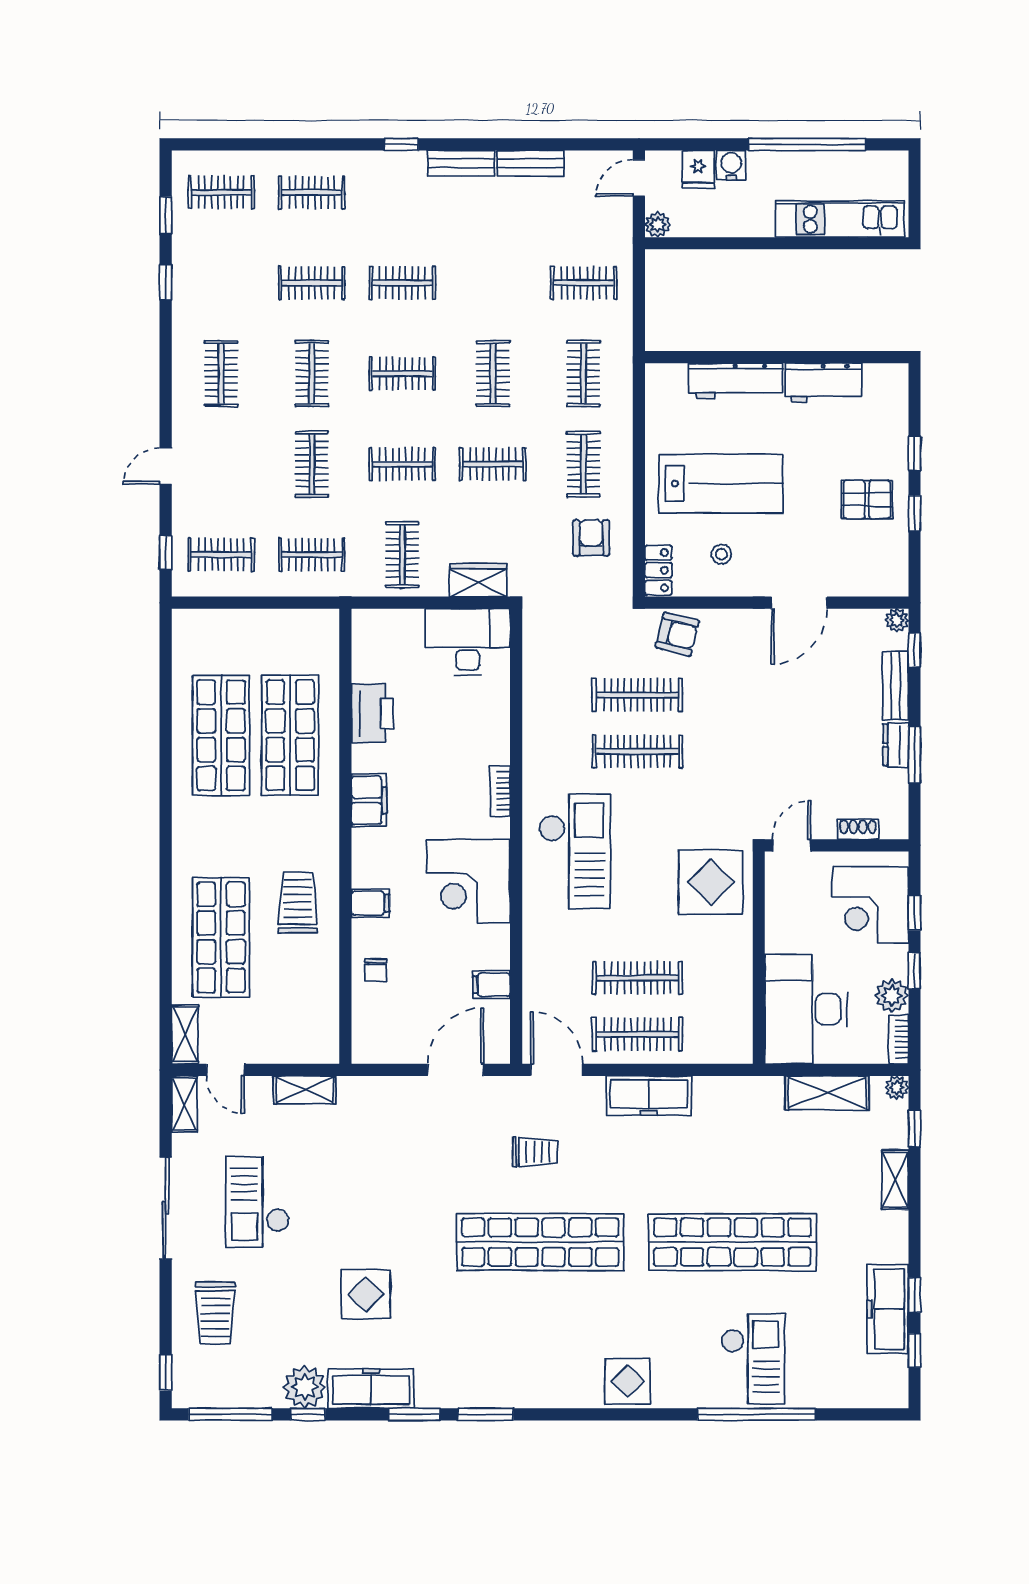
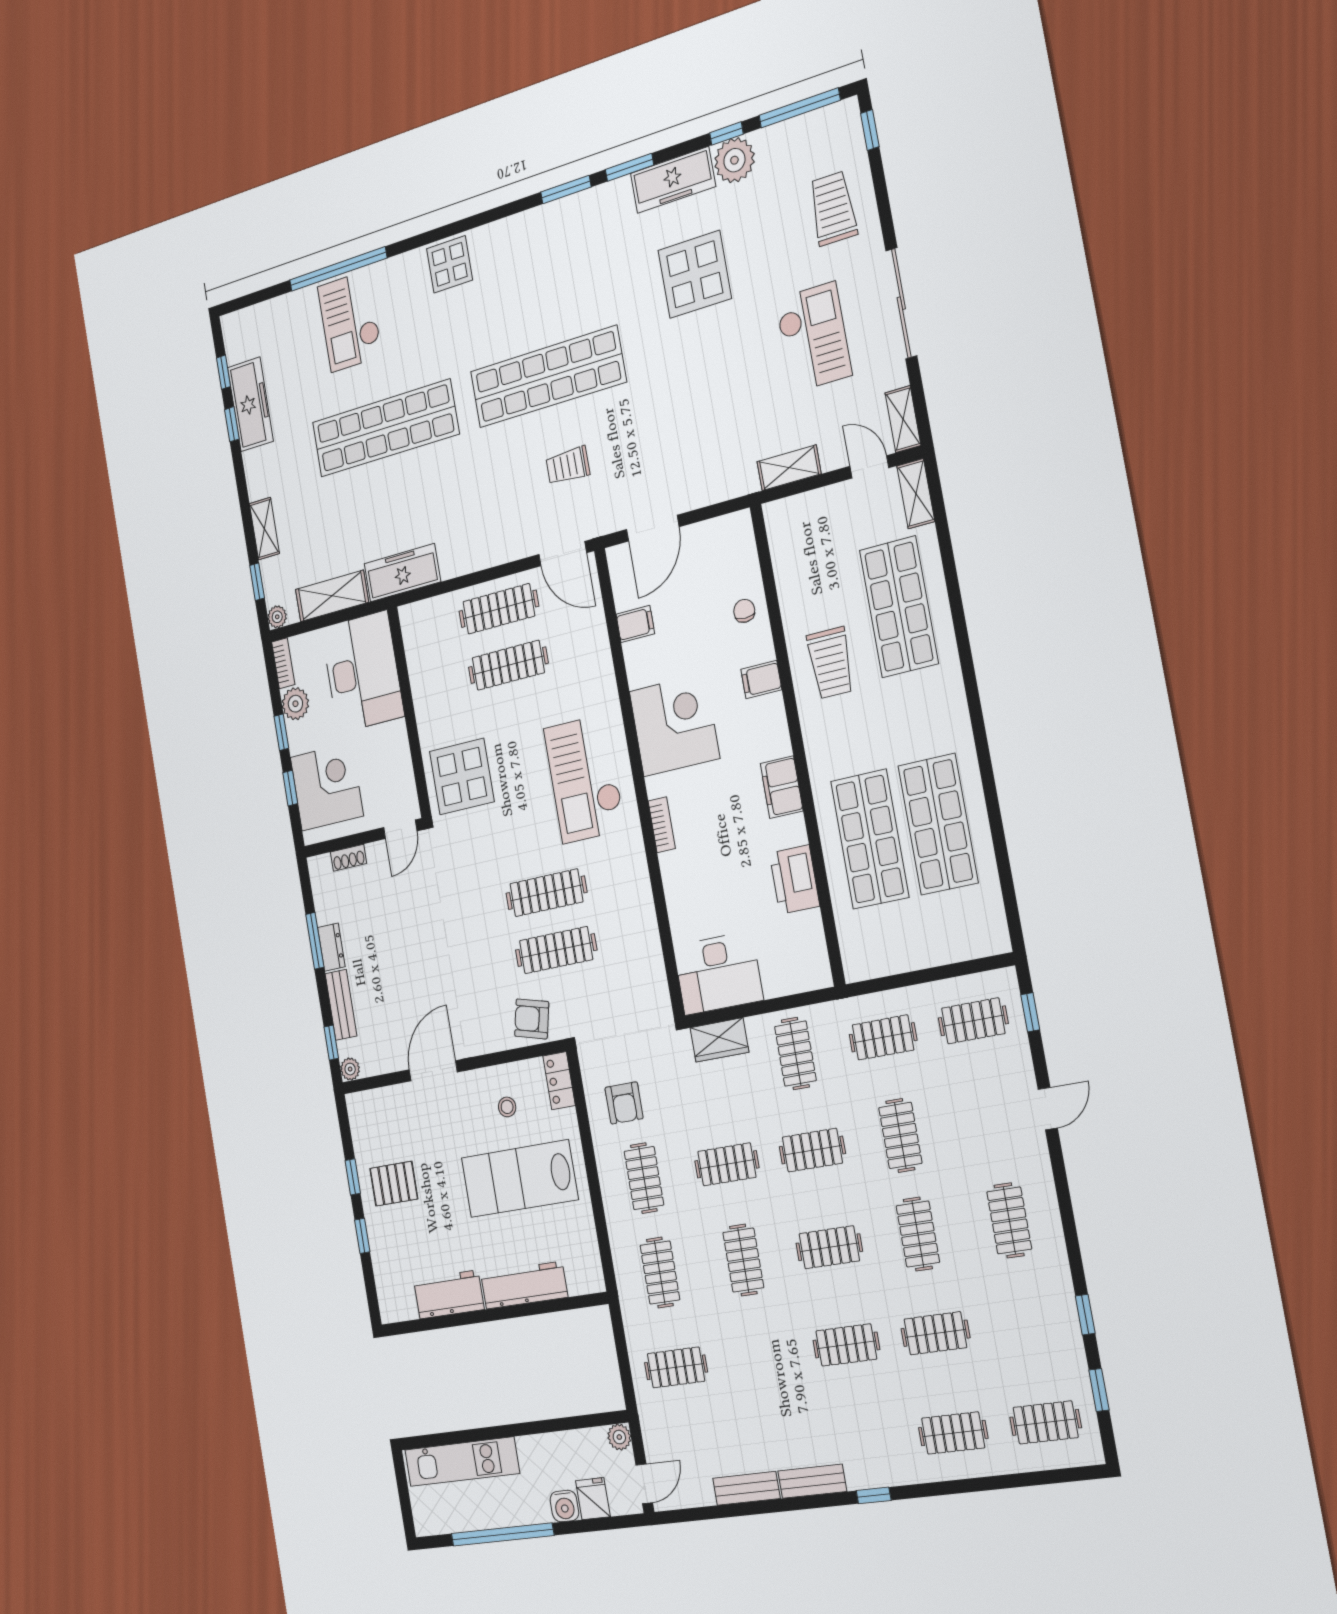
freezer: (649, 1096) -> (402, 573), moved
display table: (366, 1294) -> (695, 274), width x1.36, depth x1.36

